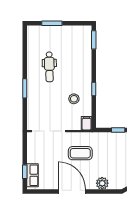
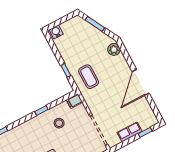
coffee table: (80, 153) -> (89, 77), moved
row of seats: (32, 175) -> (130, 132), moved
plant: (102, 183) -> (114, 49), moved

